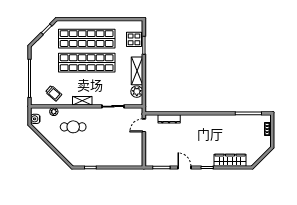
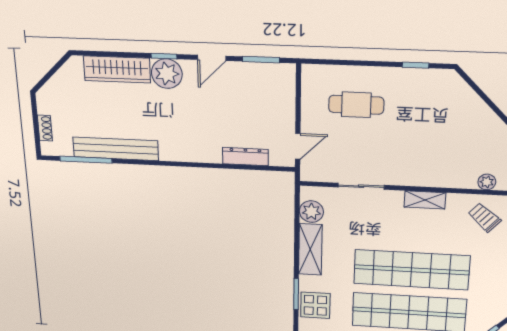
bench: (233, 120) -> (116, 149), added
cafe table: (73, 127) -> (356, 105), moved
plant: (206, 159) -> (167, 74), added
door: (184, 168) -> (212, 58), hinge flipped

